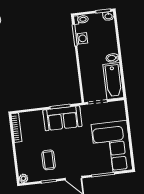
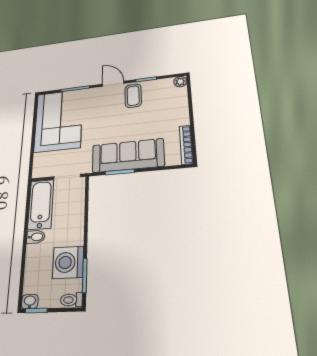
washing machine: (82, 38) -> (68, 262), width x1.89, depth x1.89
sofa: (62, 118) -> (128, 156), width x1.36
coffee table: (49, 160) -> (133, 96), moved

